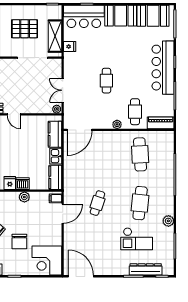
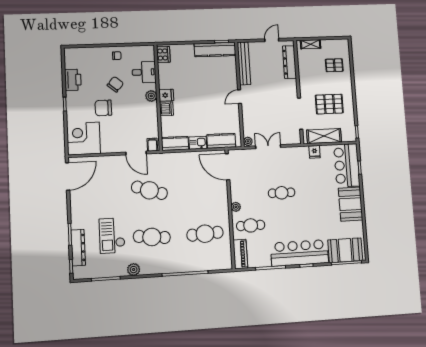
booth: (153, 16) -> (345, 250), moved, turned 90
pallet: (25, 29) -> (329, 104), turned 90
plant: (24, 197) -> (151, 96), moved
cafe table: (97, 203) -> (149, 190), width x1.37, depth x1.35

